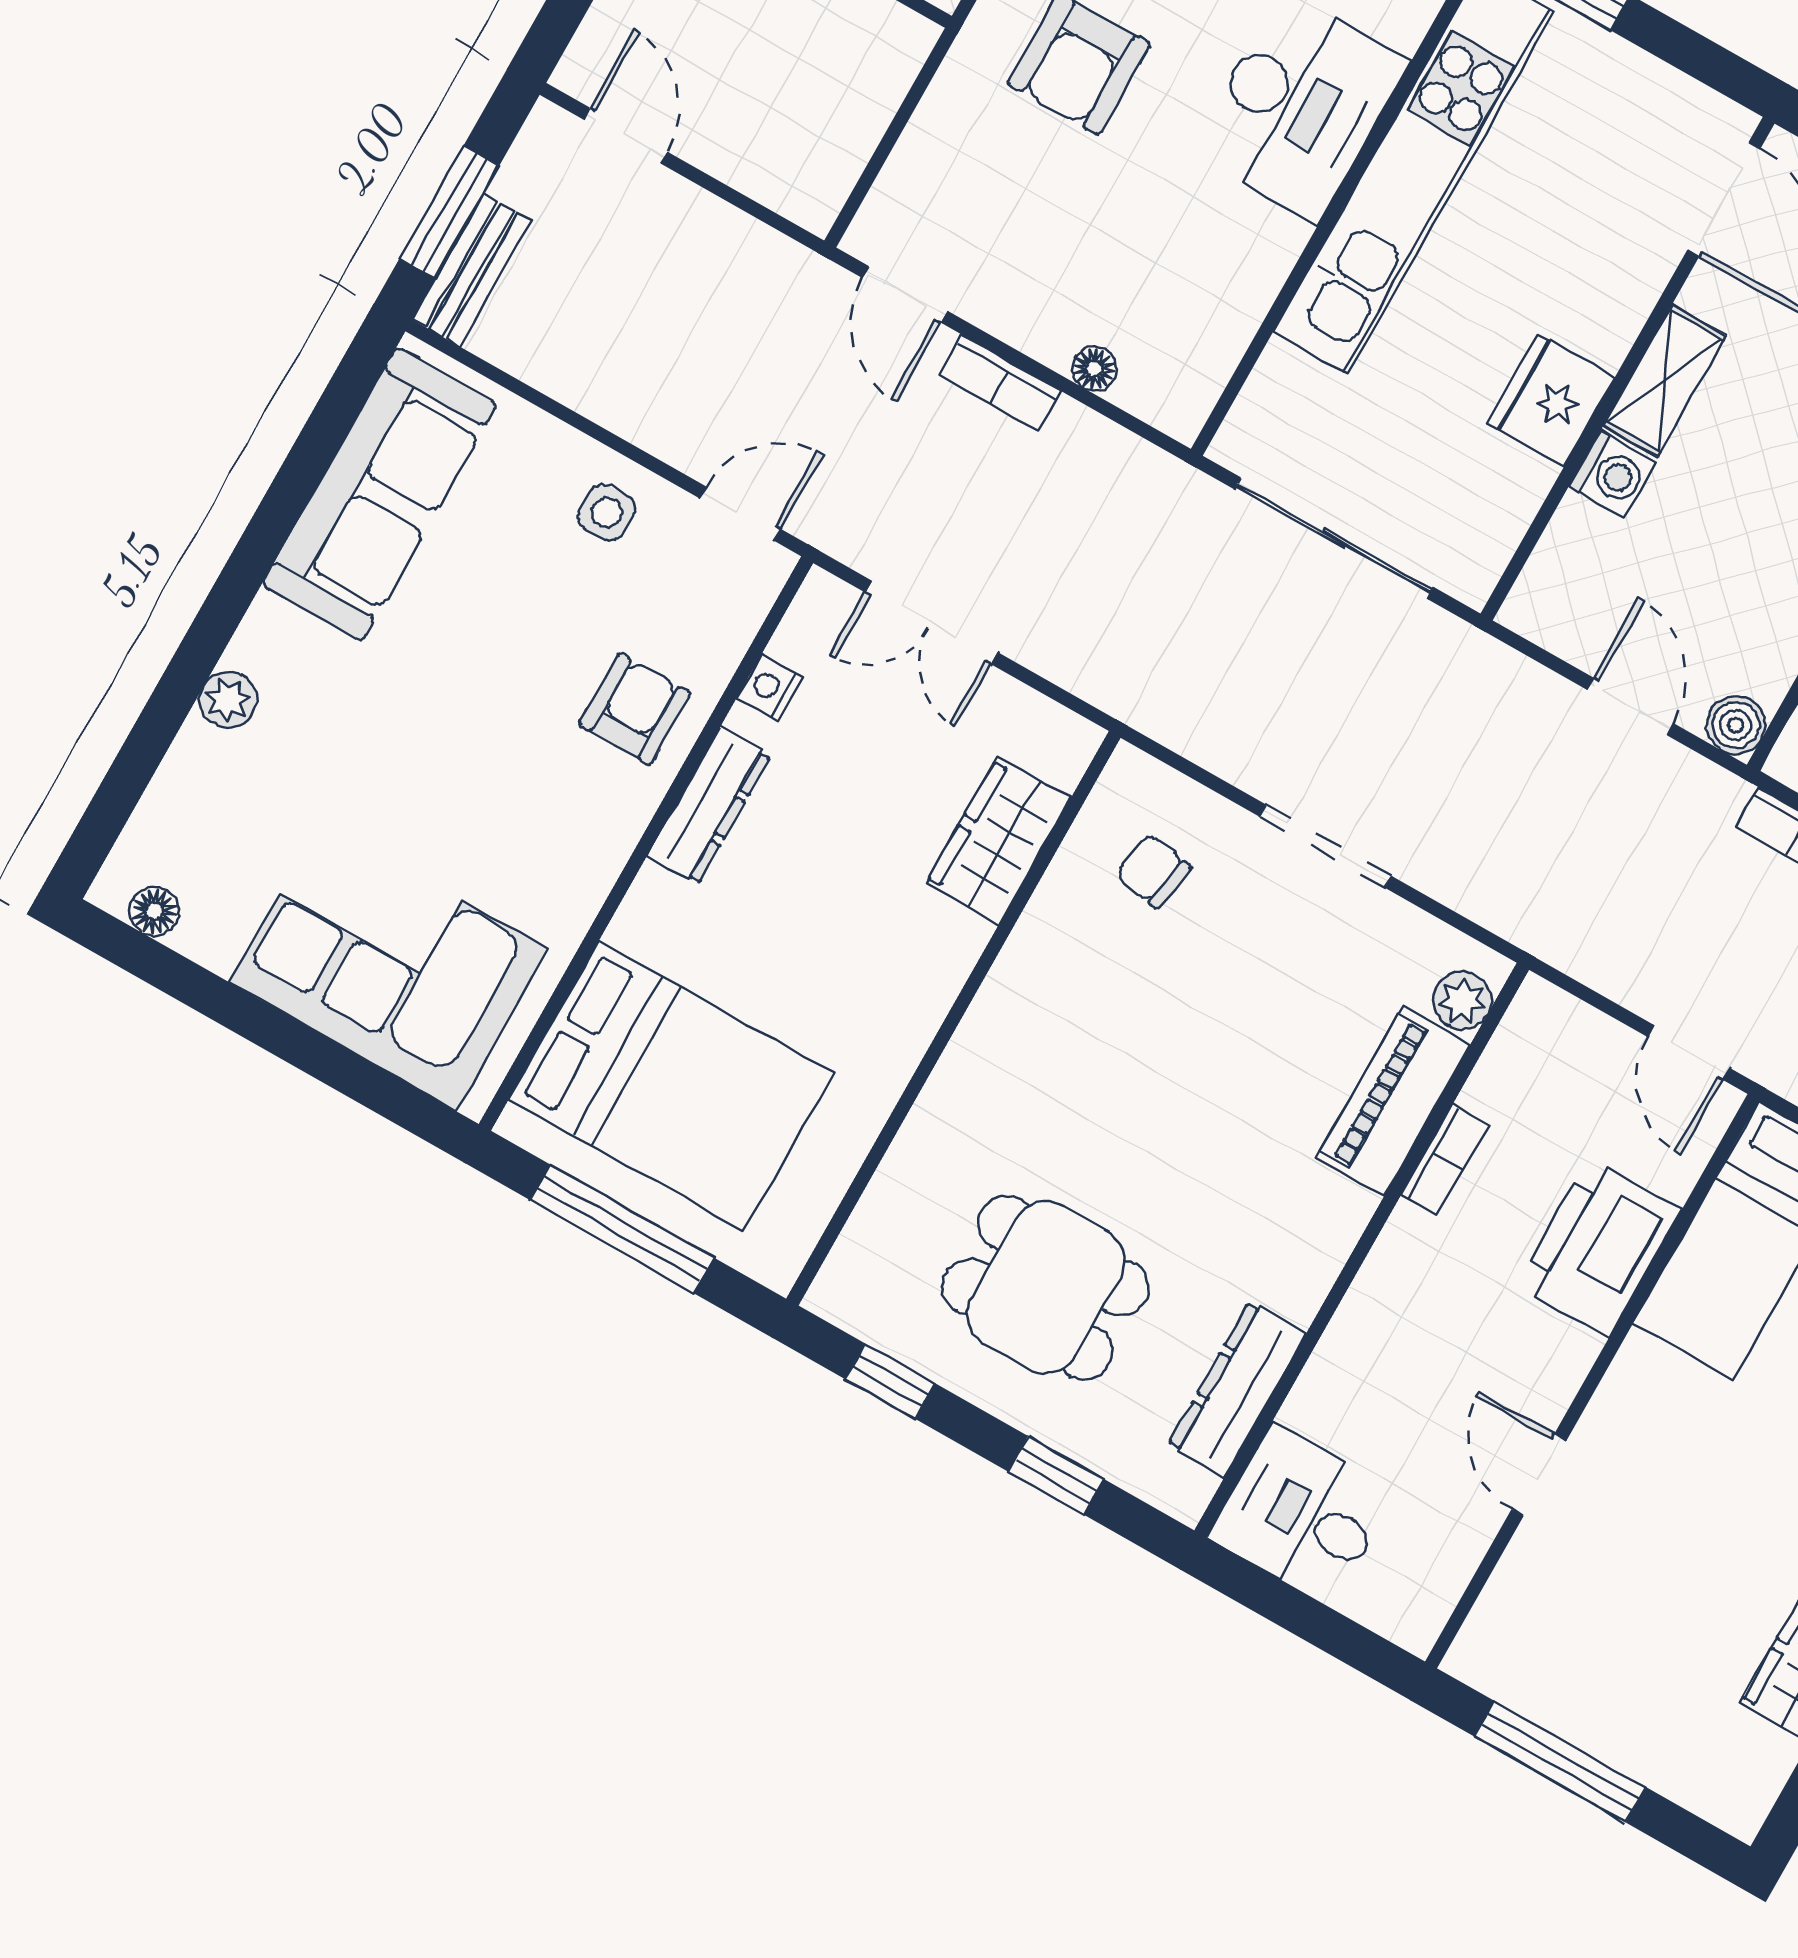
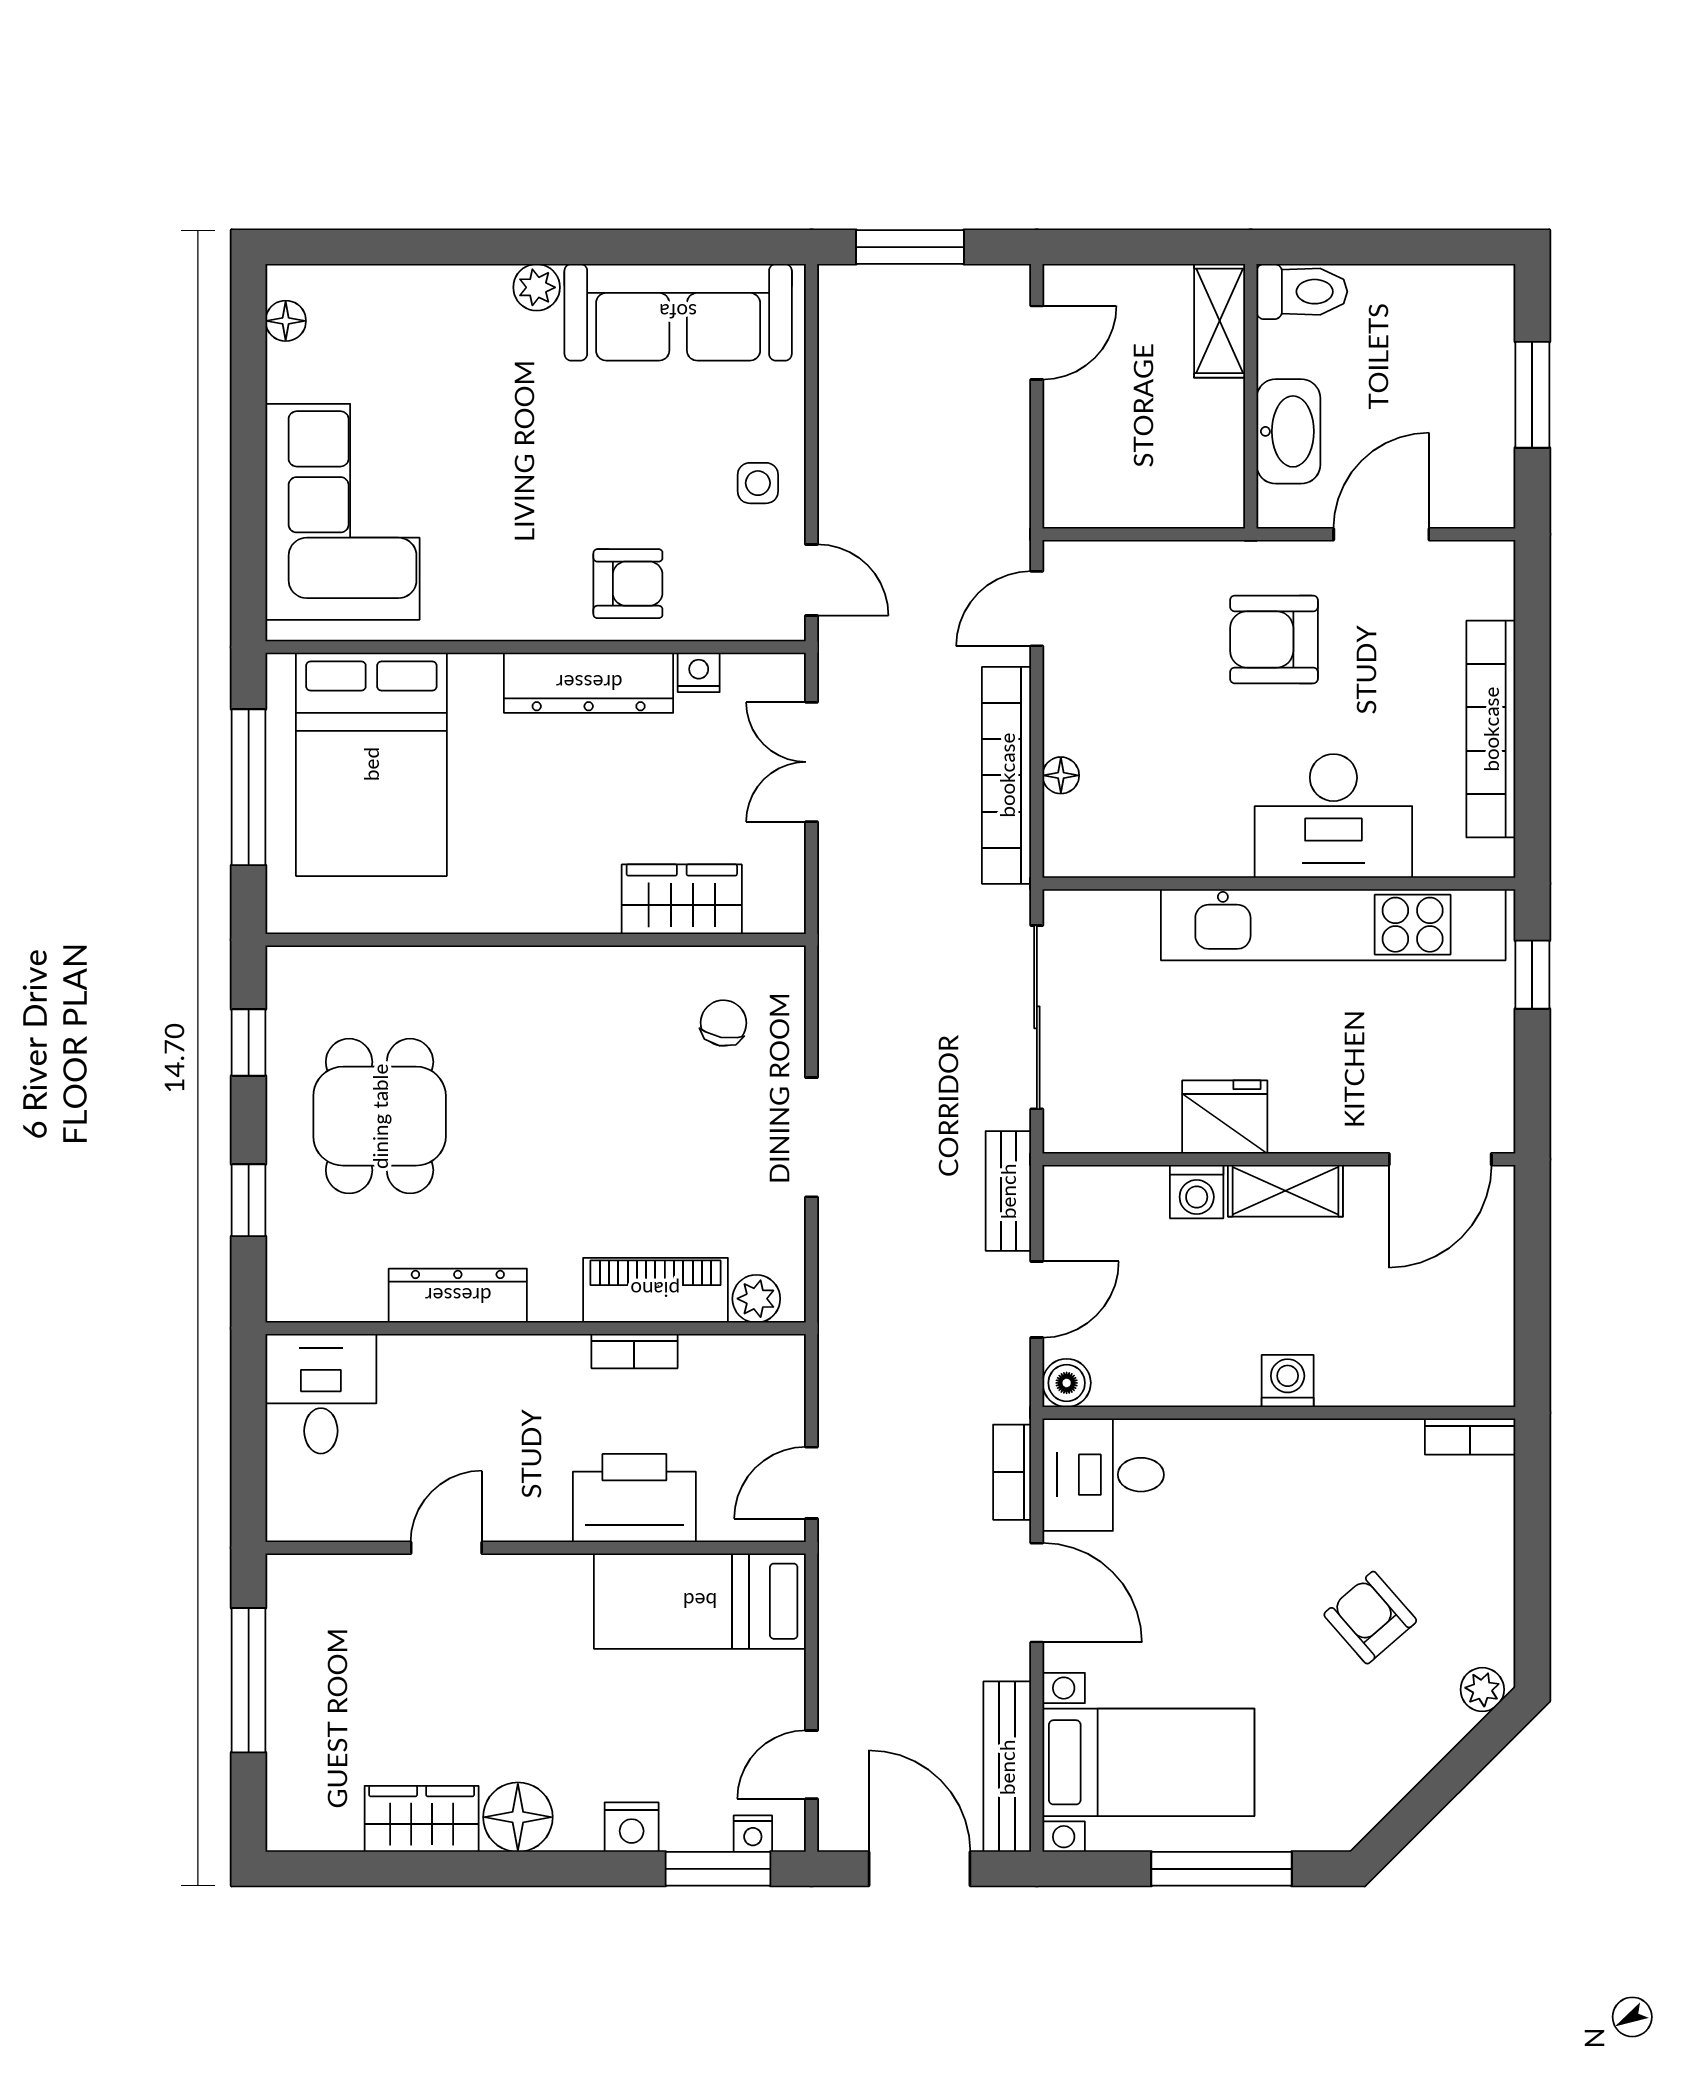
bench: (472, 270) -> (1008, 1191), moved, turned 90
bookcase: (1001, 383) -> (1007, 775), width x2.31, depth x1.31
plant: (228, 700) -> (537, 287), moved
dresser: (709, 806) -> (589, 683), width x1.37, depth x1.24
dresser: (1237, 1389) -> (458, 1296), moved

